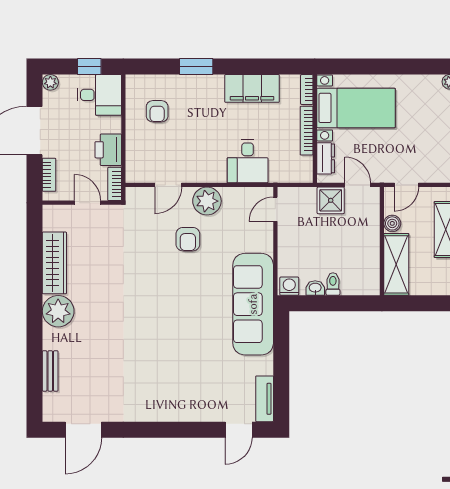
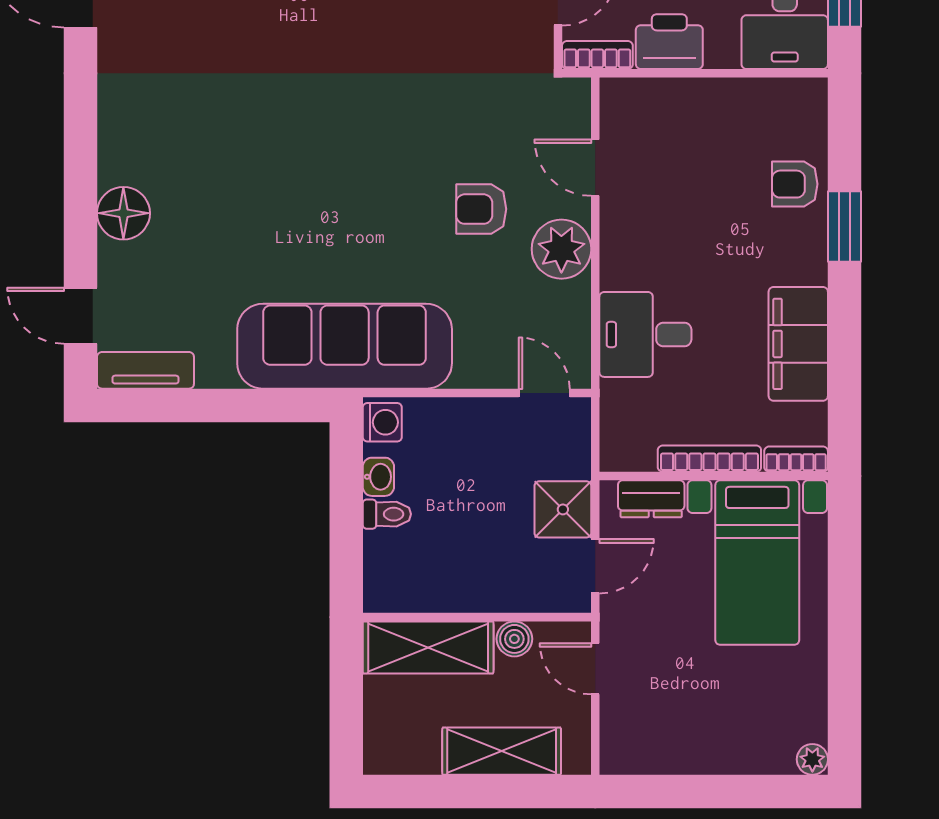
armchair: (157, 111) -> (795, 184), moved
floor lamp: (190, 409) -> (123, 213), added

